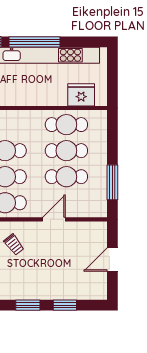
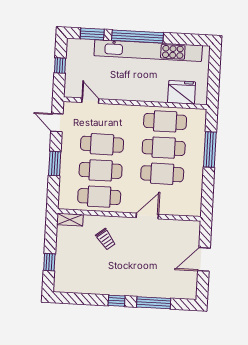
window: (112, 182) -> (210, 150), moved
window: (28, 305) -> (117, 301), width x0.67
window: (65, 305) -> (154, 303), width x1.44

